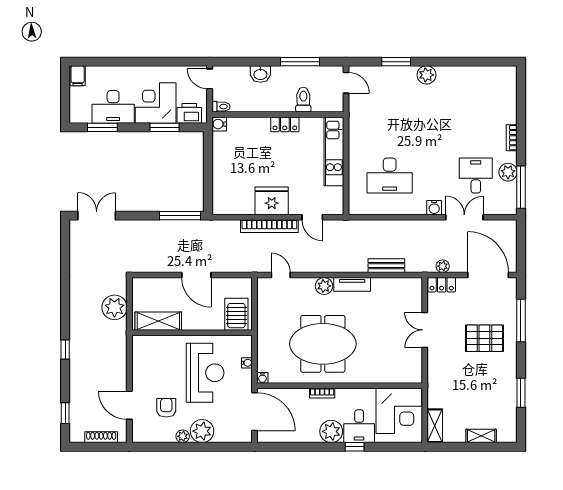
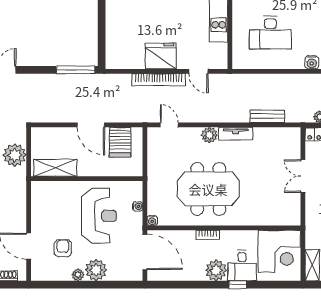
server rack: (236, 314) -> (120, 142), moved, turned 180

